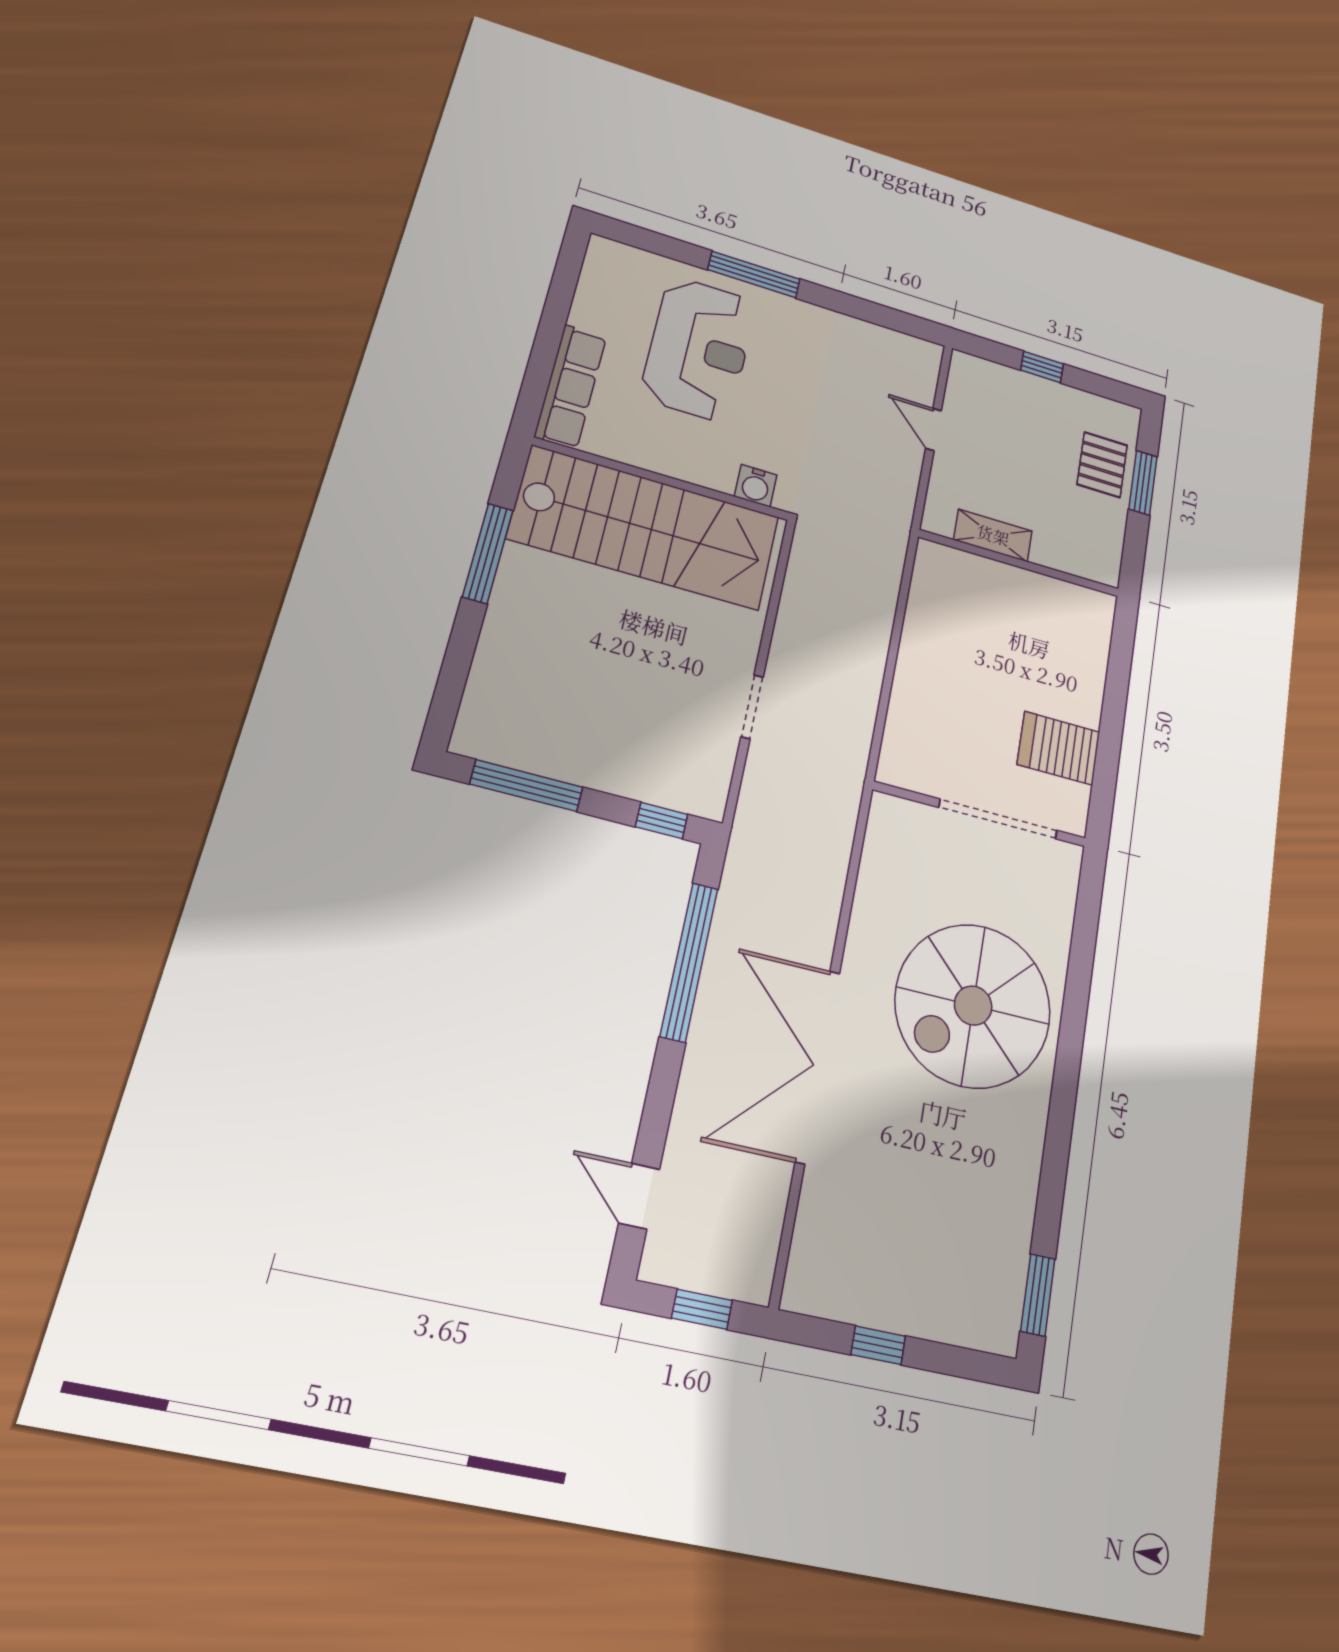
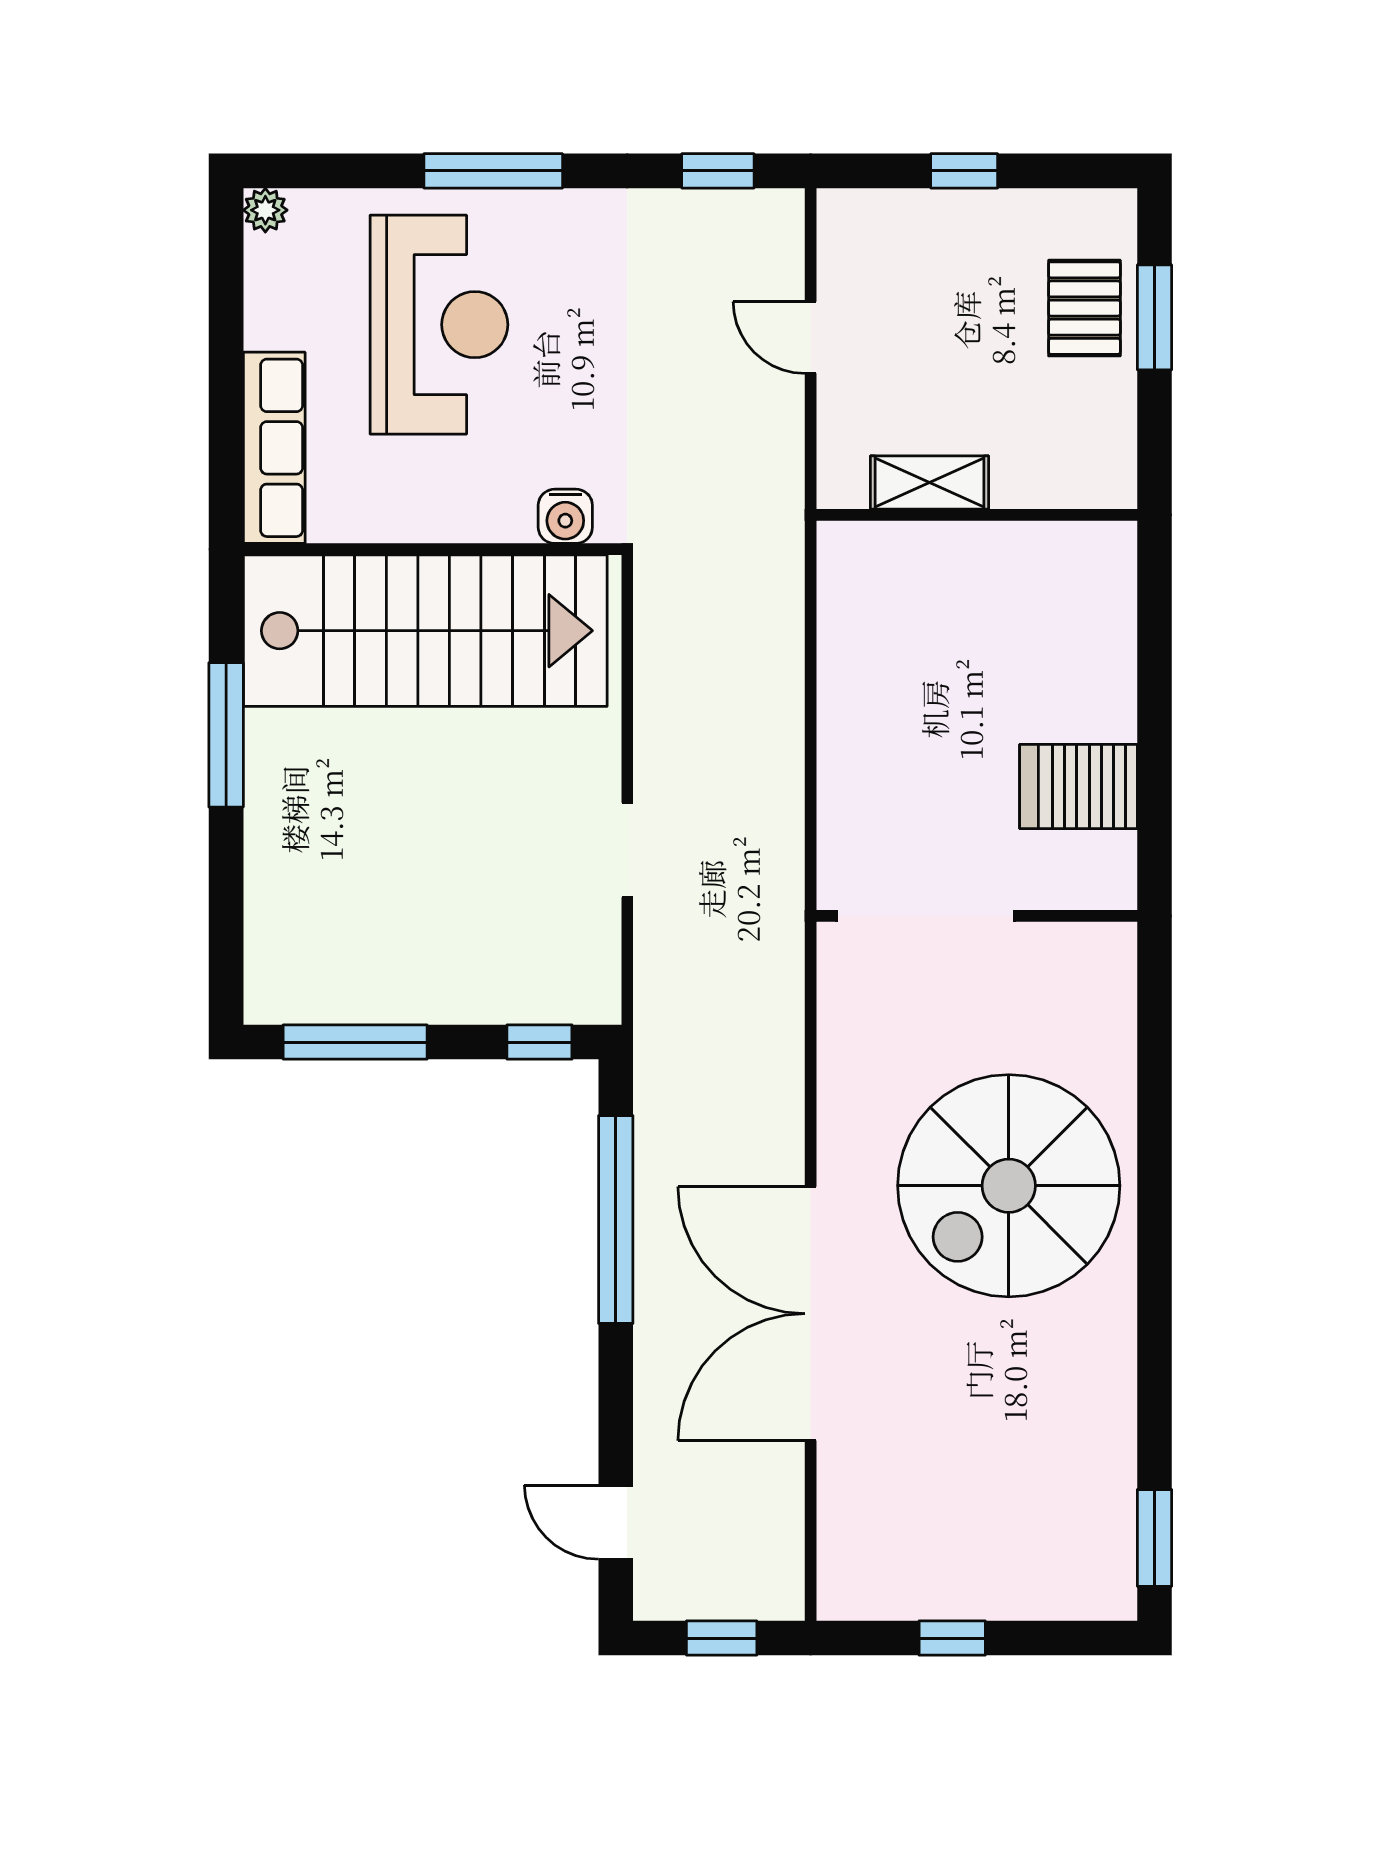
plant: (602, 249) -> (265, 210), added
window: (894, 319) -> (718, 171), added
doorway: (998, 819) -> (926, 916), moved

